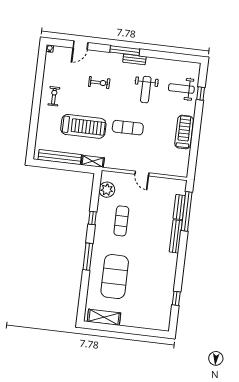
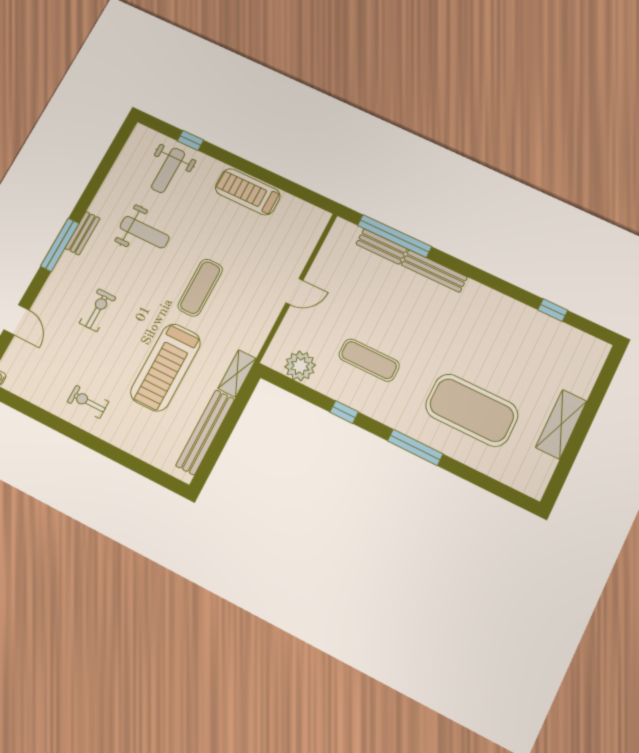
treadmill: (83, 126) -> (166, 367), turned 180
shelving: (104, 317) -> (561, 424), moved

